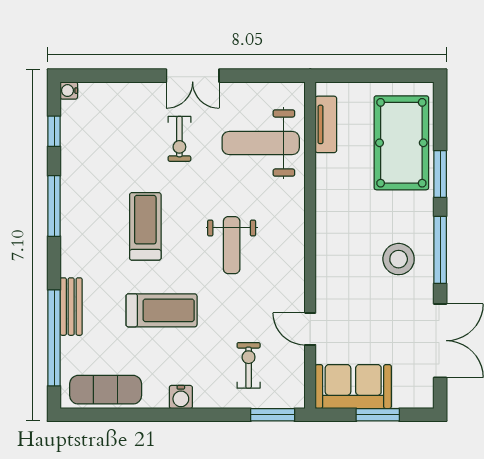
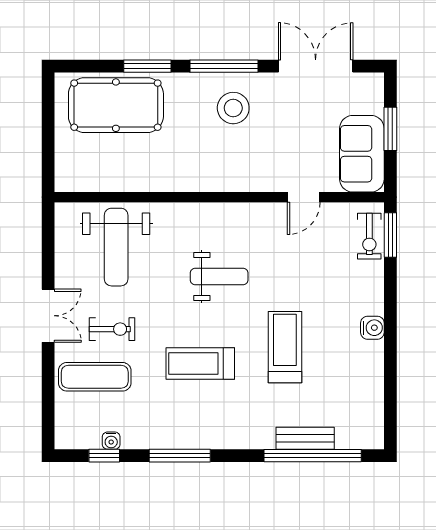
water cooler: (69, 91) -> (111, 441), moved
tv unit: (326, 124) -> (97, 181), removed
bench: (71, 307) -> (305, 438), moved
exercise bike: (249, 365) -> (369, 236), moved, turned -90
exercise mat: (106, 390) -> (95, 377), moved, turned 90

